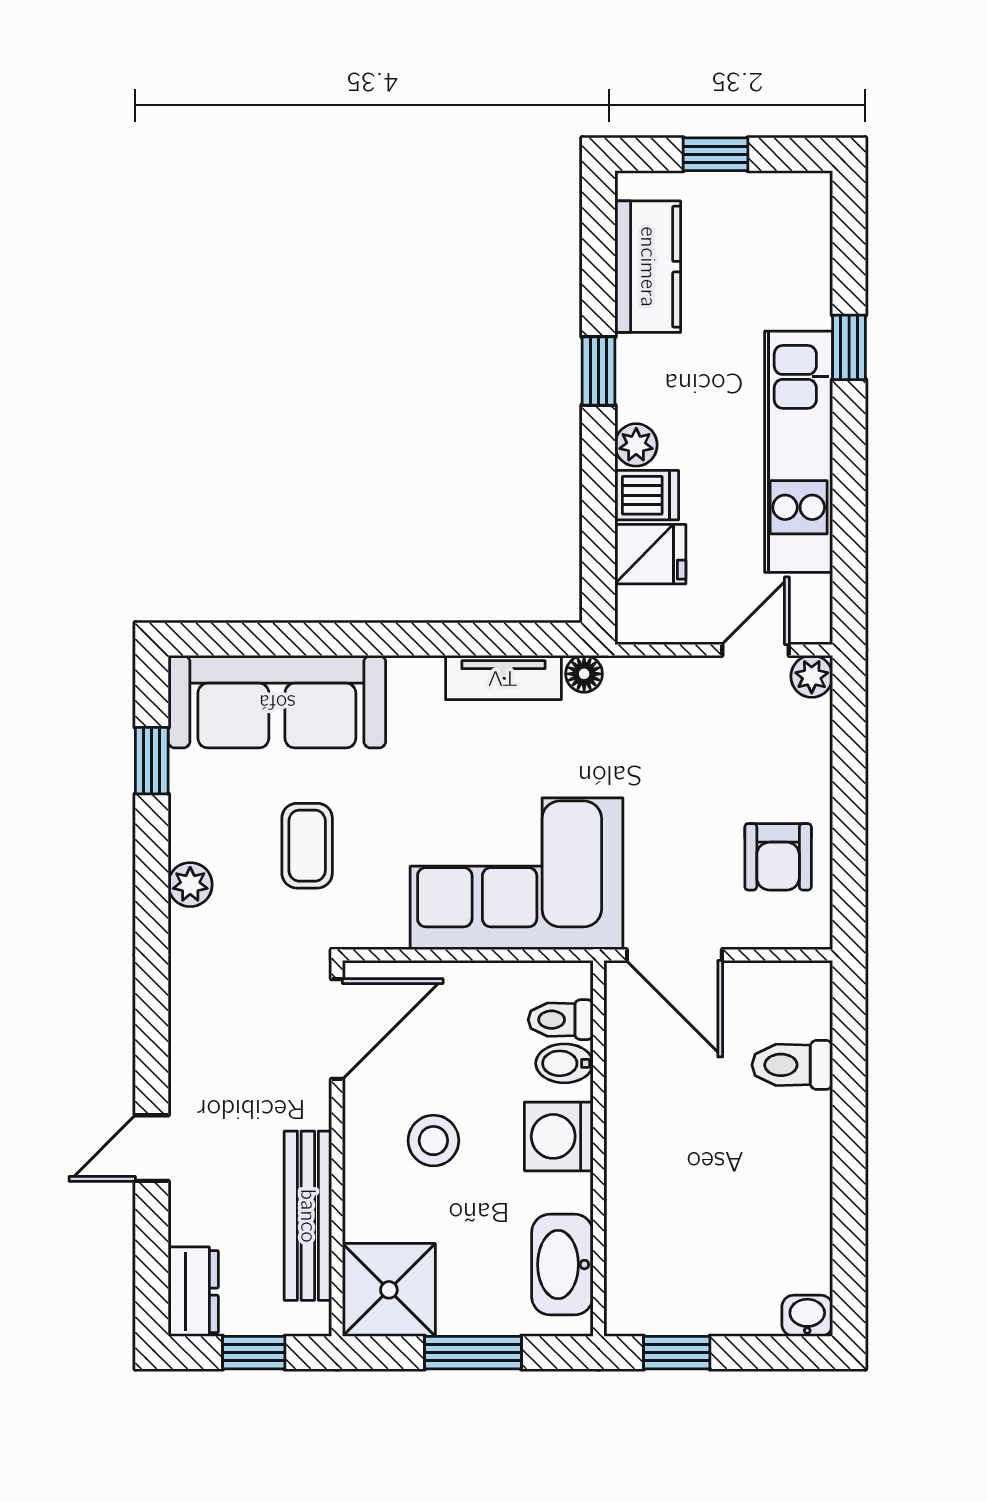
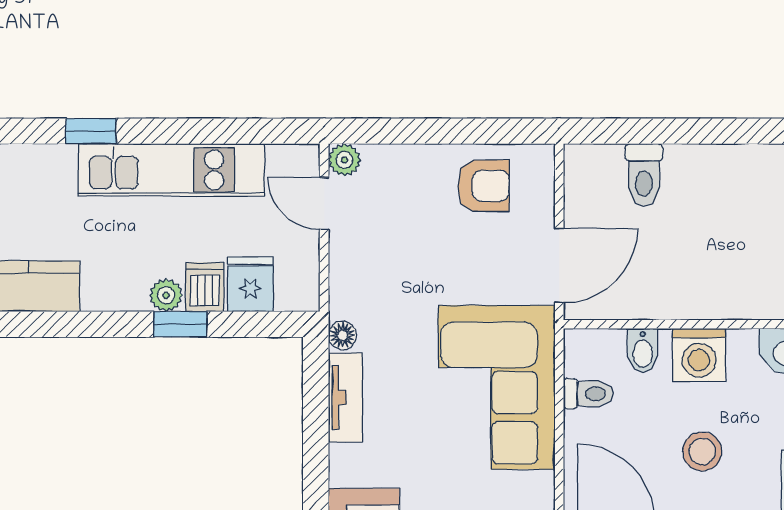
window: (598, 371) -> (180, 324), moved
toilet: (561, 1020) -> (588, 394), moved, turned -90

